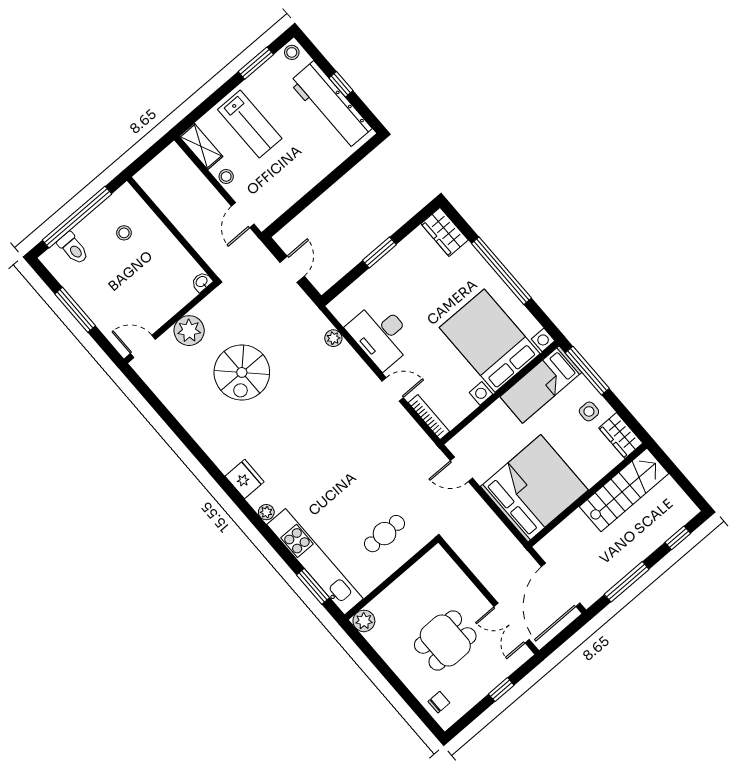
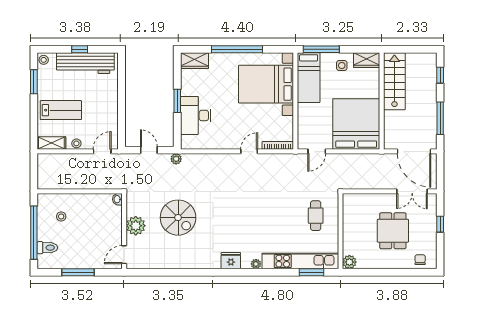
door: (243, 215) -> (102, 151), swing flipped
desk: (381, 335) -> (196, 115), moved, turned 90
plant: (333, 338) -> (176, 159), moved

